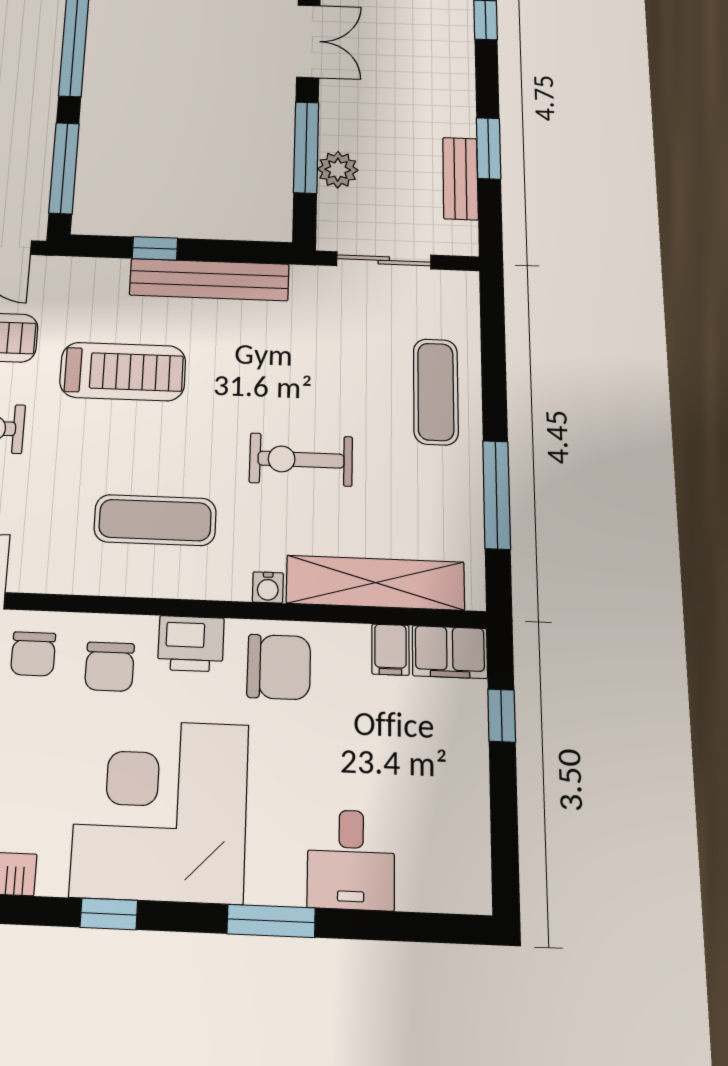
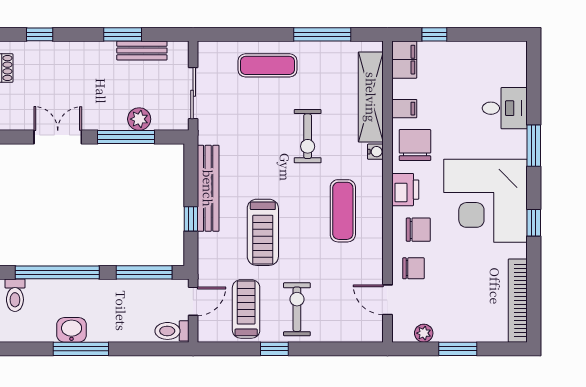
treadmill: (123, 372) -> (263, 232), turned 180
filing cabinet: (390, 650) -> (404, 109), moved

